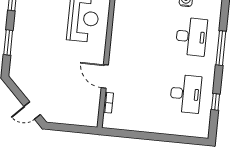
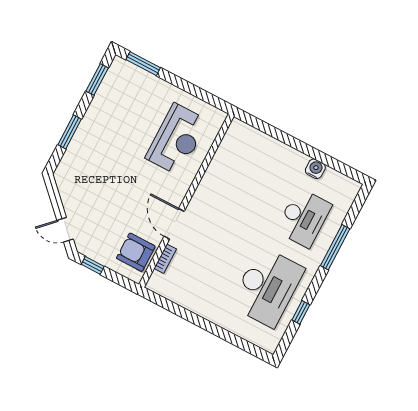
desk: (186, 94) -> (267, 287), width x1.36, depth x1.30
armchair: (86, 106) -> (136, 252), added
window: (61, 127) -> (93, 265), added

